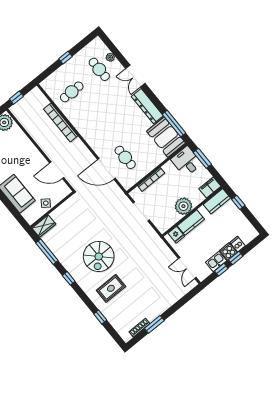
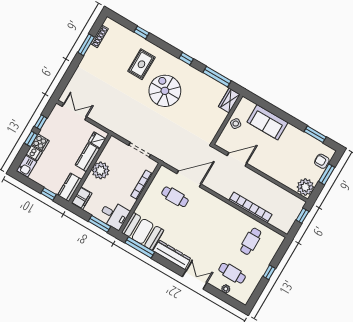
kitchen sink: (216, 261) -> (27, 166), moved

